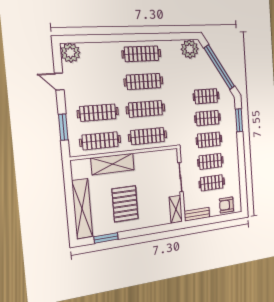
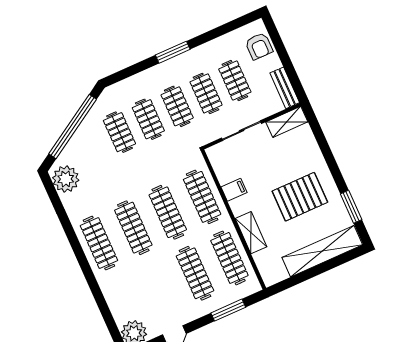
window: (239, 120) -> (173, 52), moved
filing cabinet: (145, 160) -> (234, 190), added
shelving: (113, 164) -> (251, 233), width x0.67, depth x0.75

